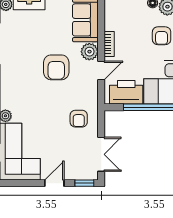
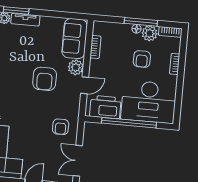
bookcase: (109, 44) -> (95, 47), moved
double door: (101, 154) -> (78, 161), swing flipped

